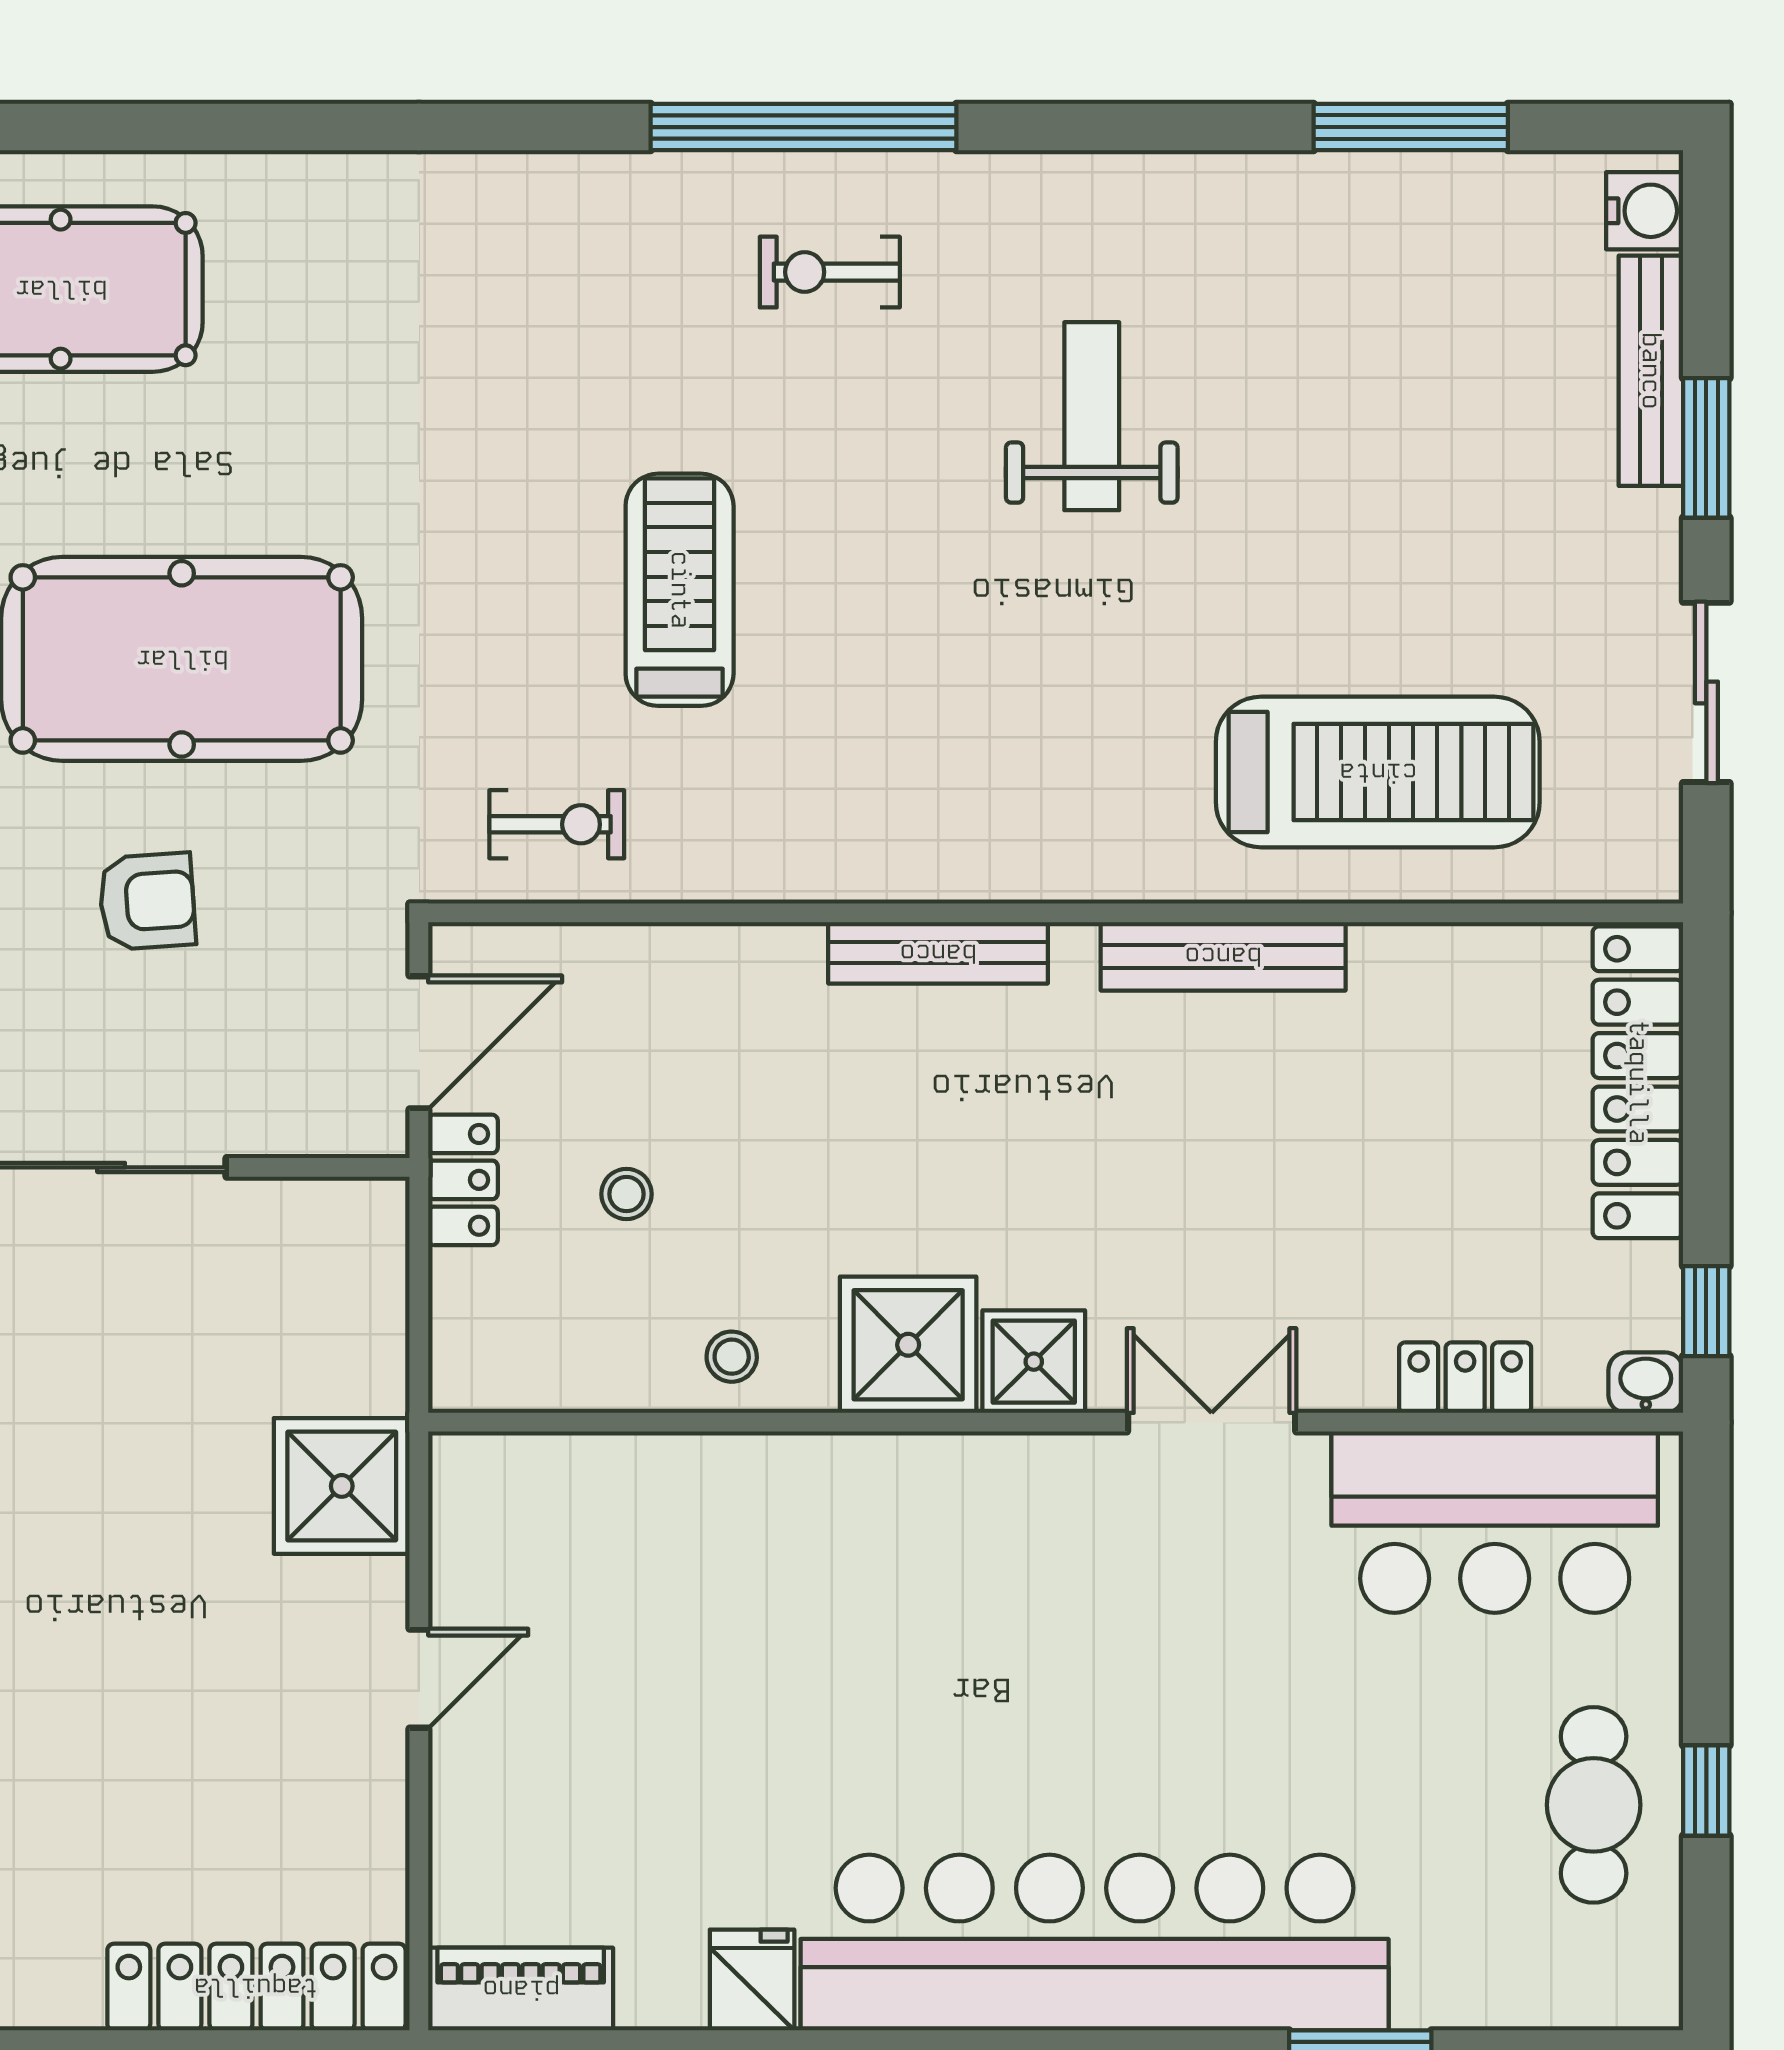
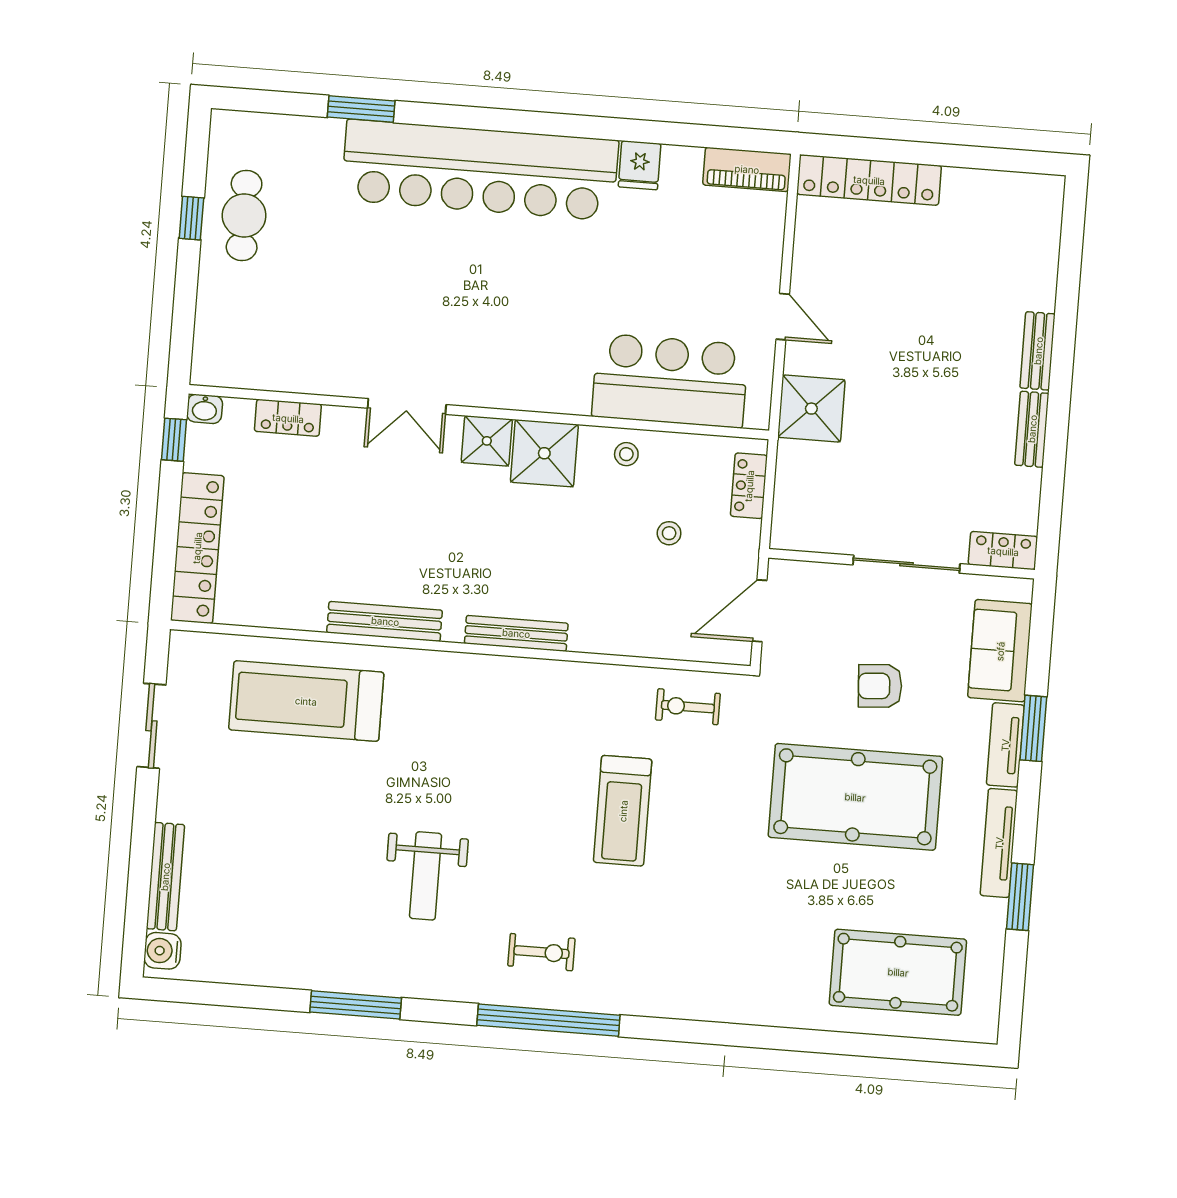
window: (1411, 127) -> (356, 1005), moved
window: (1706, 448) -> (143, 839), removed
locker: (463, 1180) -> (749, 486), moved
bar counter: (1495, 1522) -> (670, 381), moved
door: (419, 1679) -> (783, 317), swing flipped

